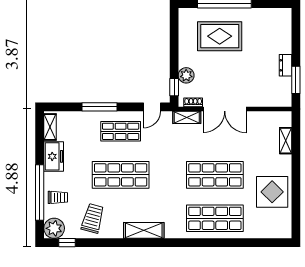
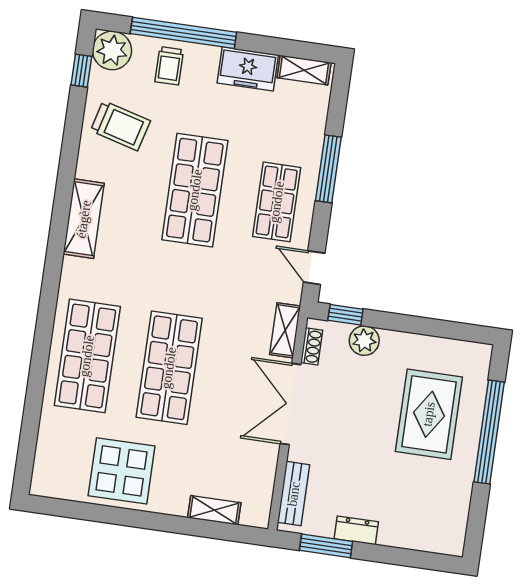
bench: (271, 101) -> (294, 494), added

